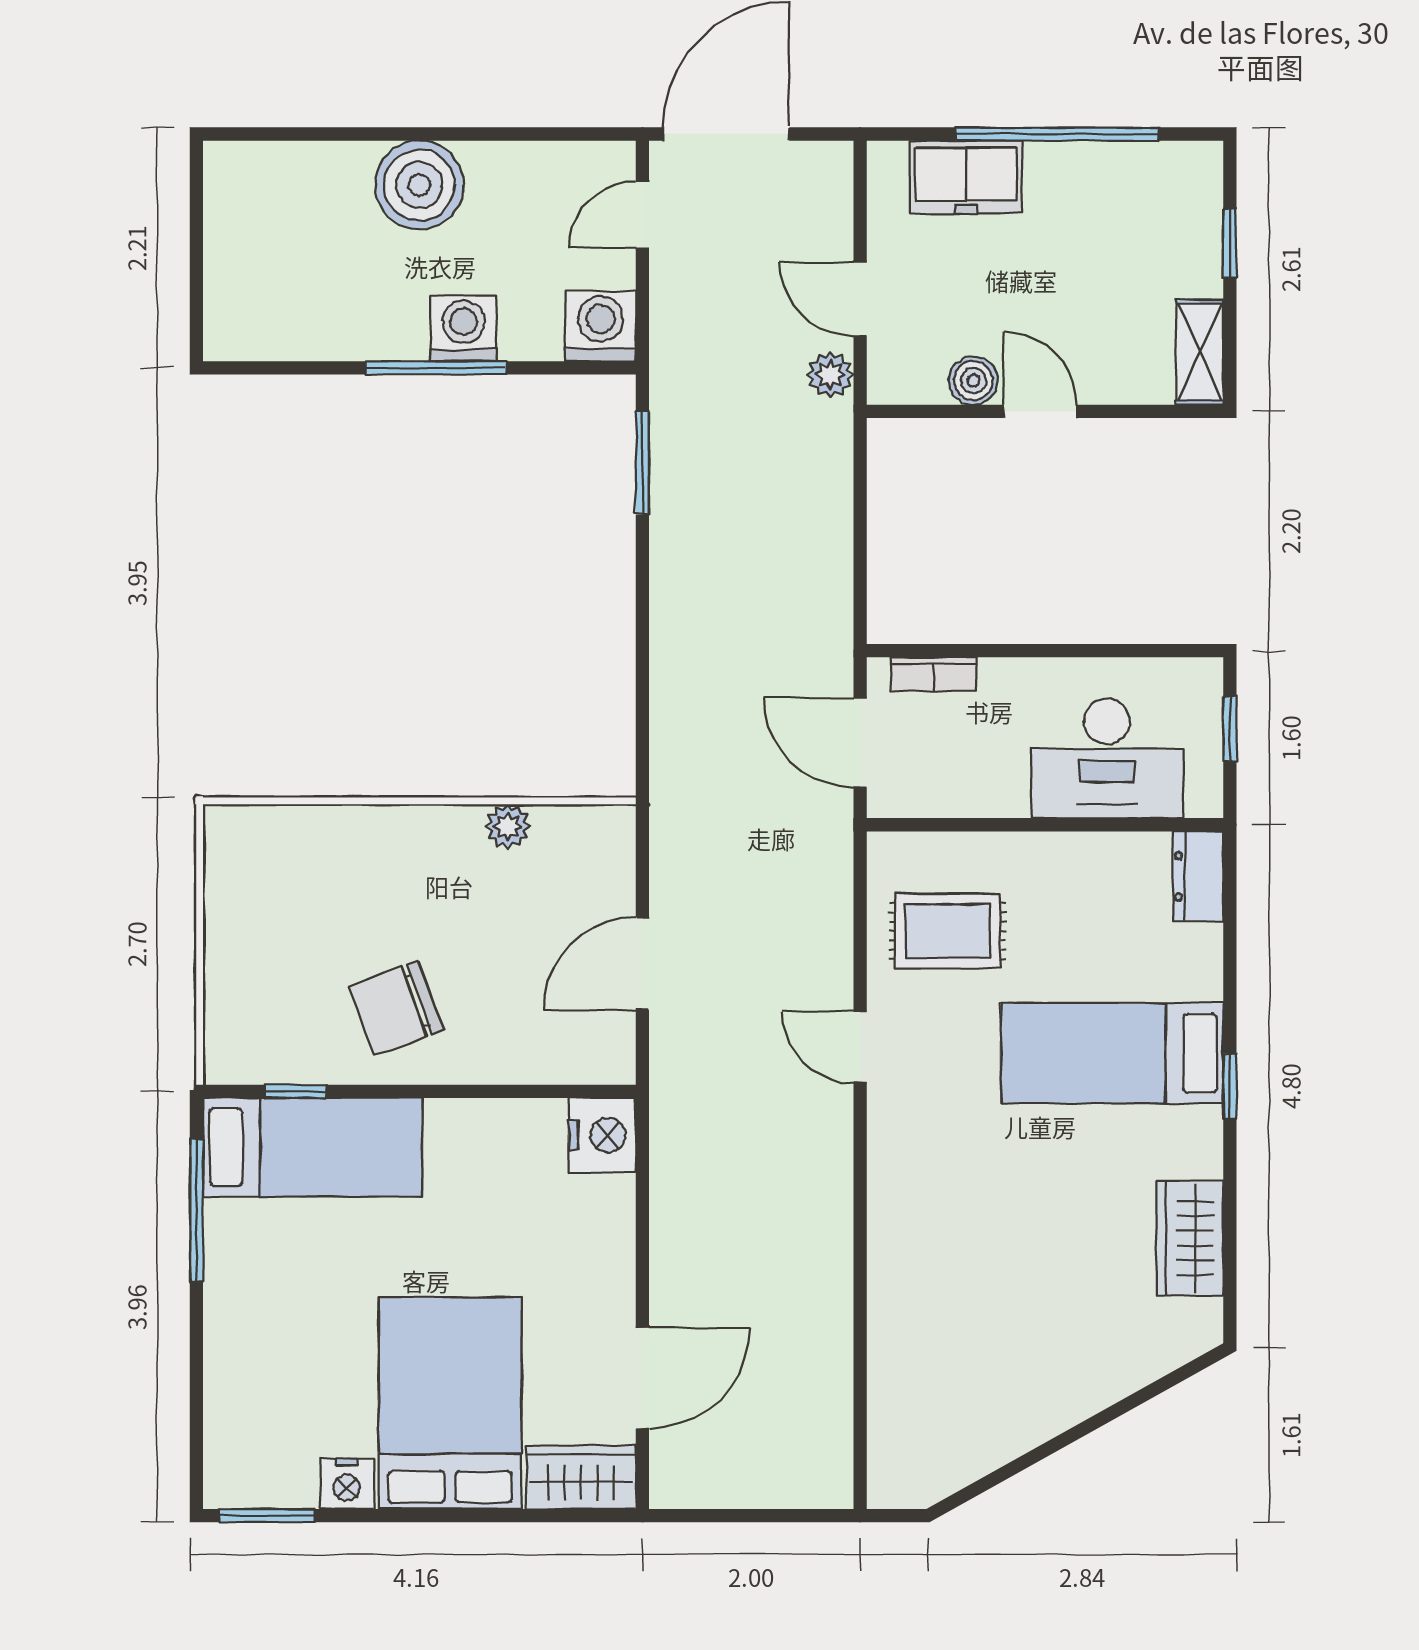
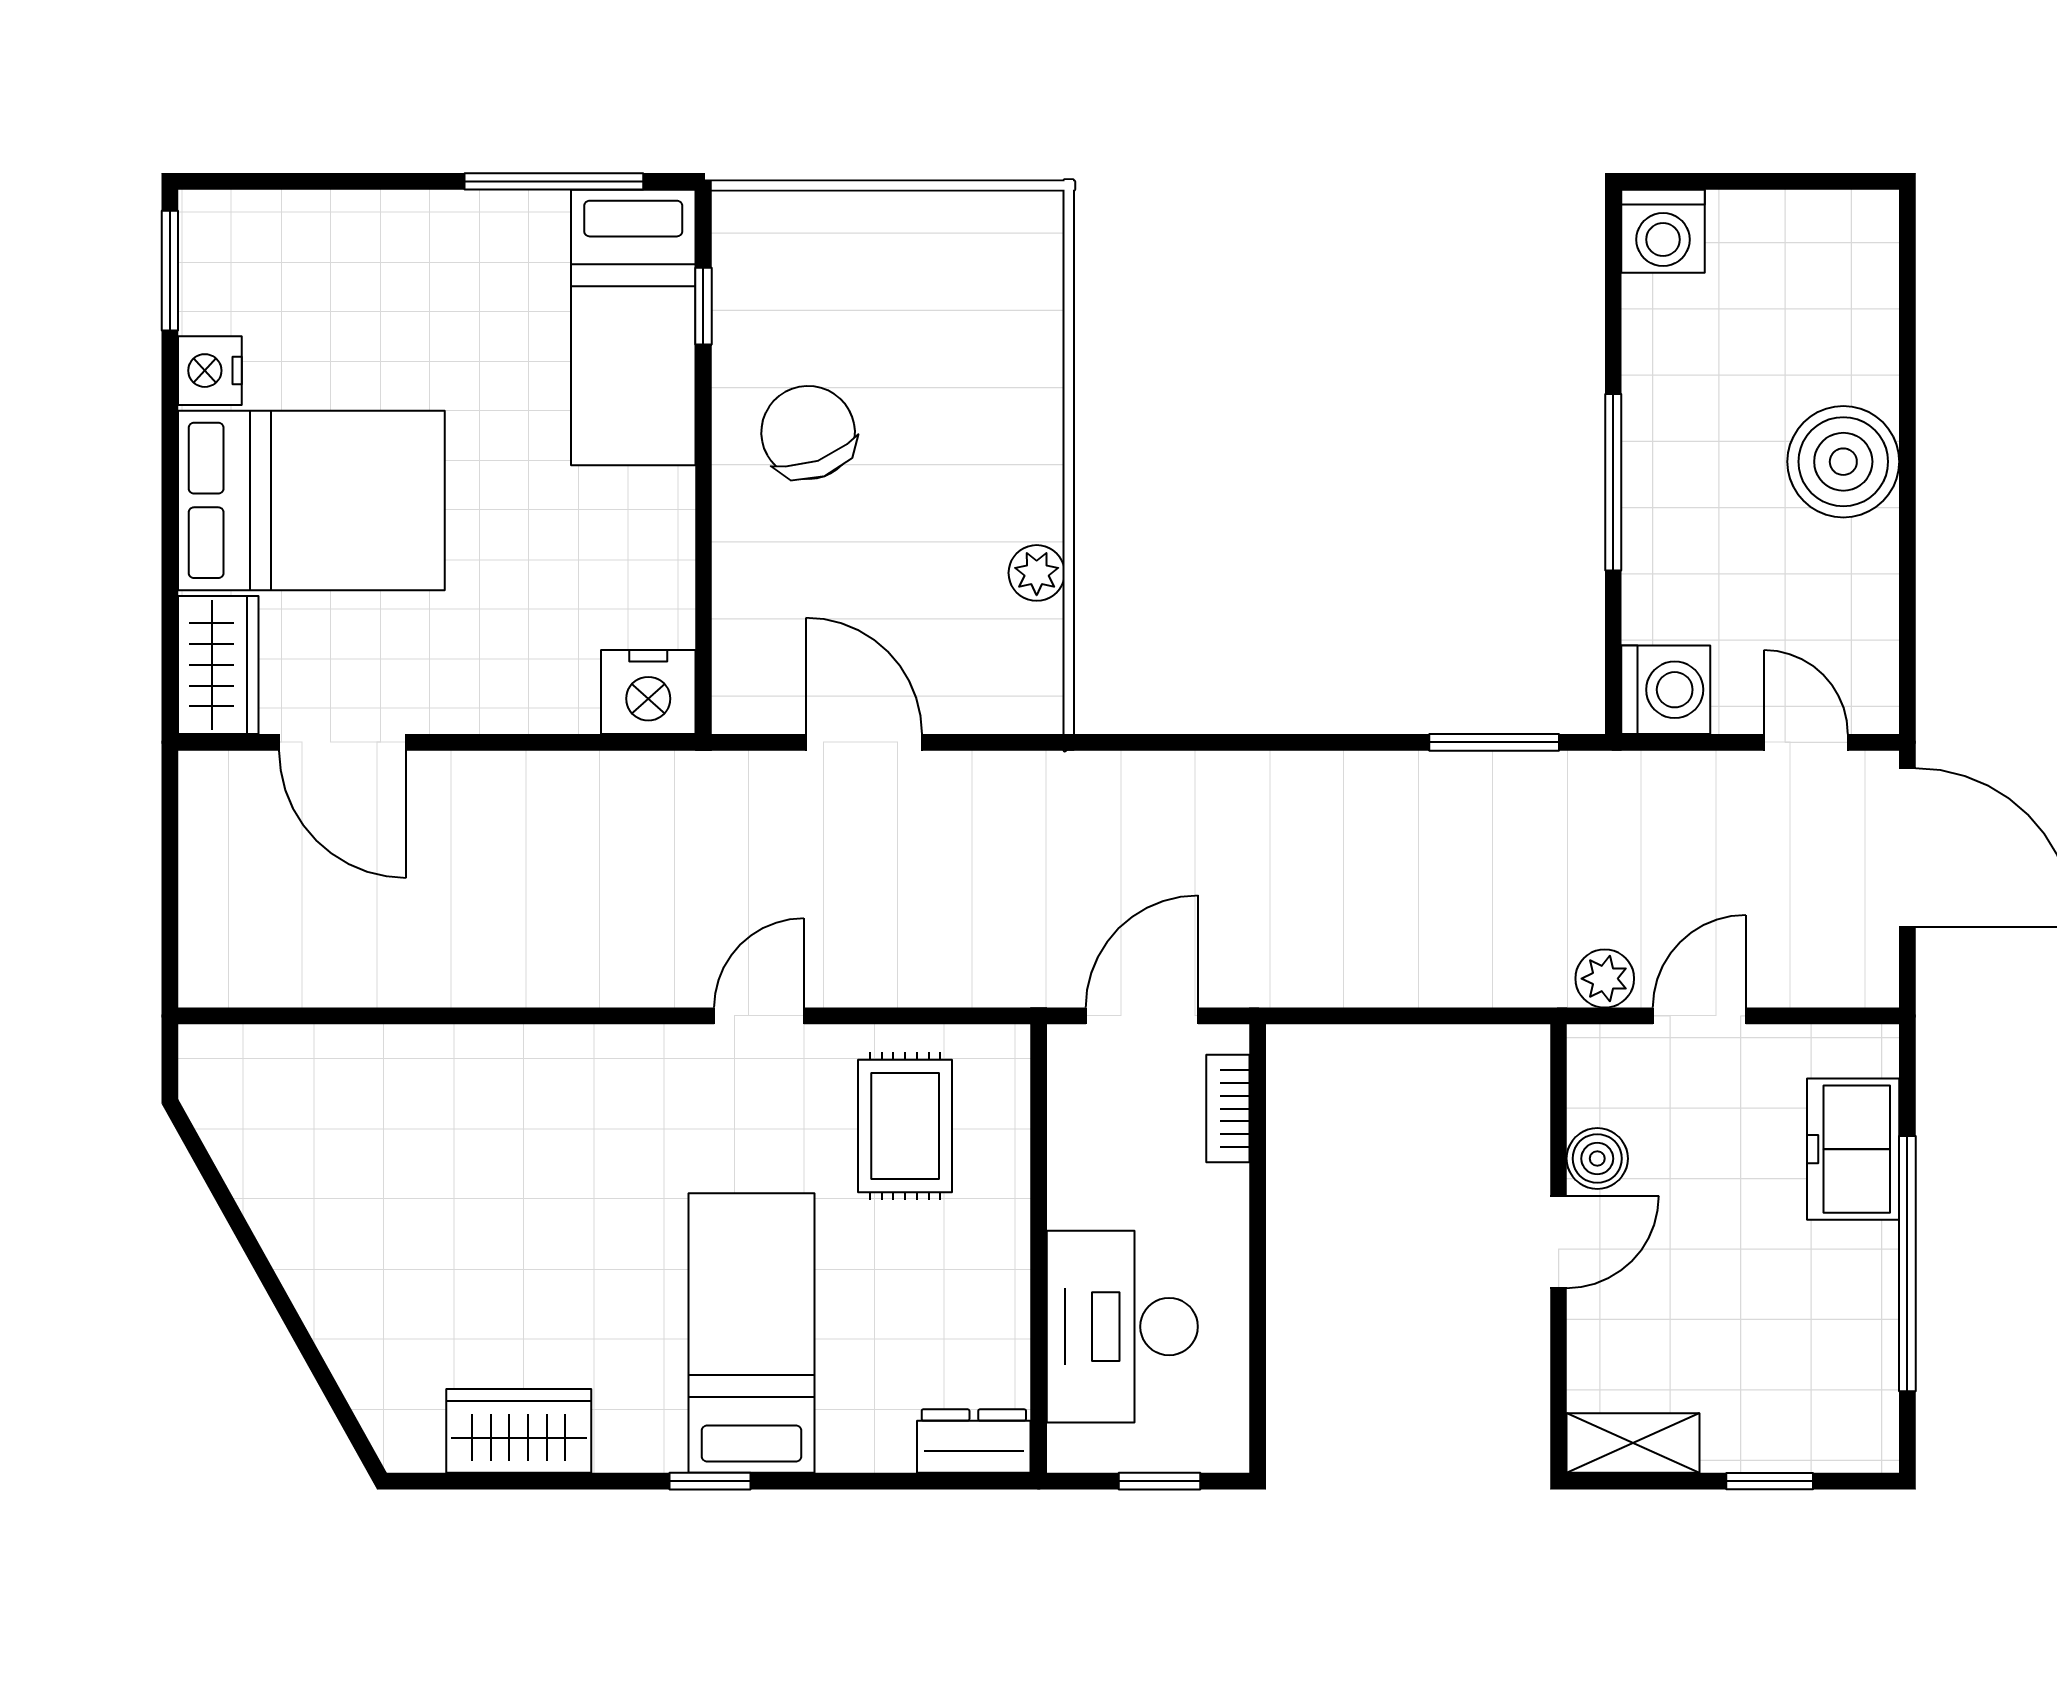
washing machine: (464, 328) -> (1663, 231), moved, turned 90

